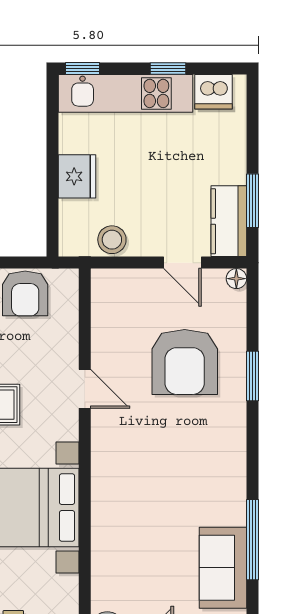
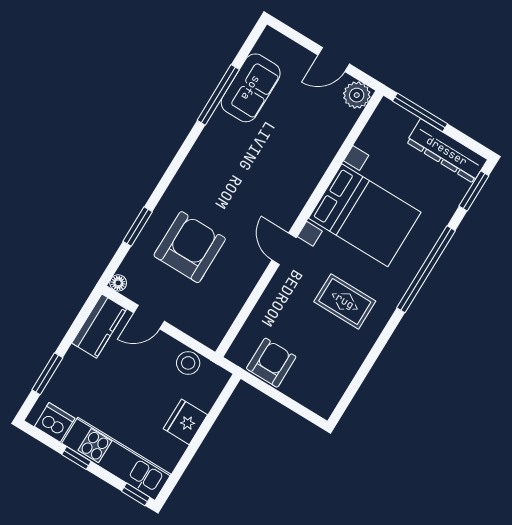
window: (252, 201) -> (47, 374), moved
door: (182, 263) -> (149, 317), swing flipped
window: (252, 376) -> (138, 226), moved
door: (85, 389) -> (284, 249), moved

